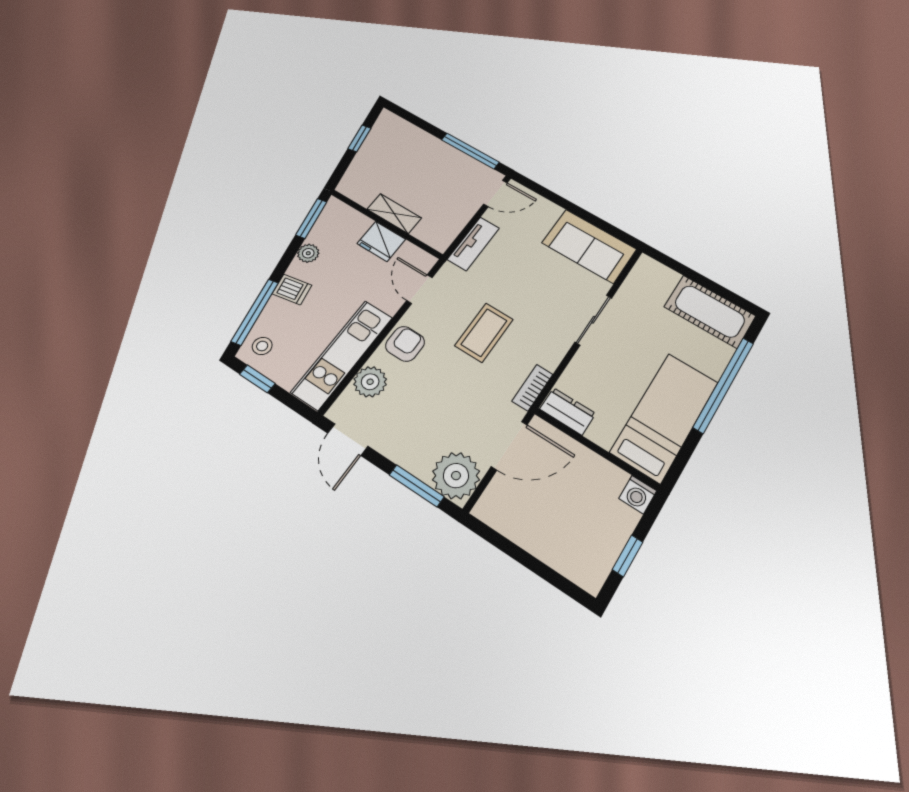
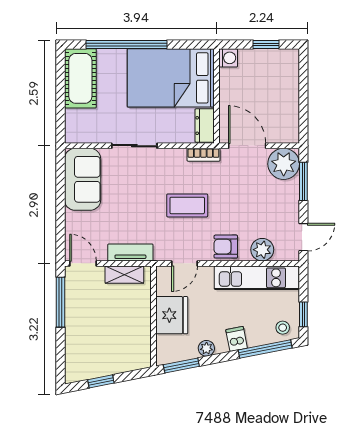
shelving: (394, 214) -> (124, 275), moved, turned 90
fridge: (381, 241) -> (172, 315), width x1.36, depth x1.34
bed: (665, 417) -> (171, 78), width x1.50

